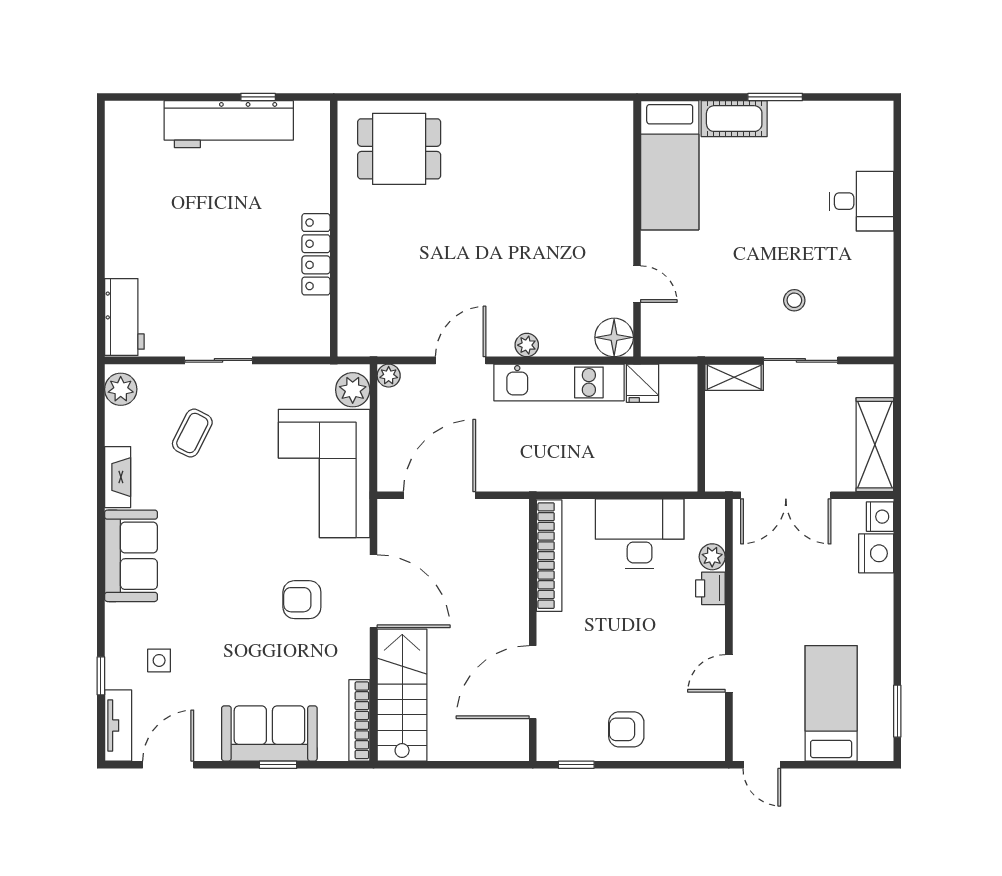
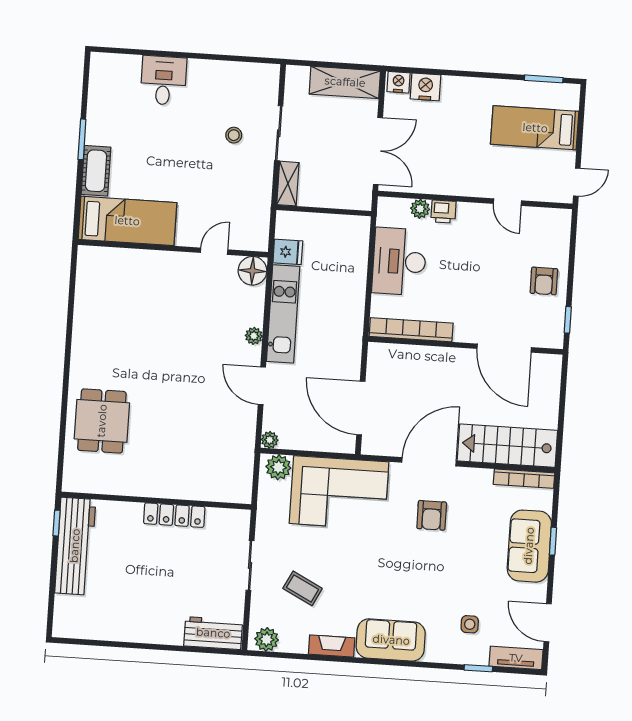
wall: (334, 229) -> (156, 501), moved
locker: (316, 254) -> (174, 515), moved

